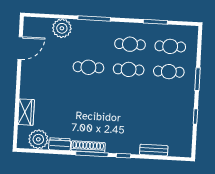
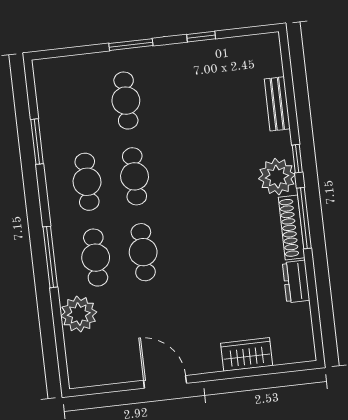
cafe table: (170, 46) -> (96, 258), moved
door: (20, 48) -> (165, 382), moved
plant: (38, 139) -> (277, 177), moved

